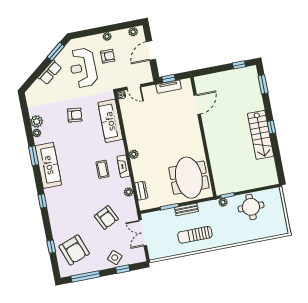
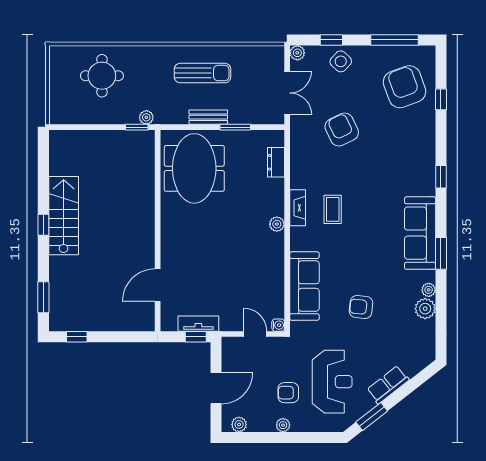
plant: (129, 192) -> (297, 53), moved
round table: (251, 207) -> (102, 76), moved

